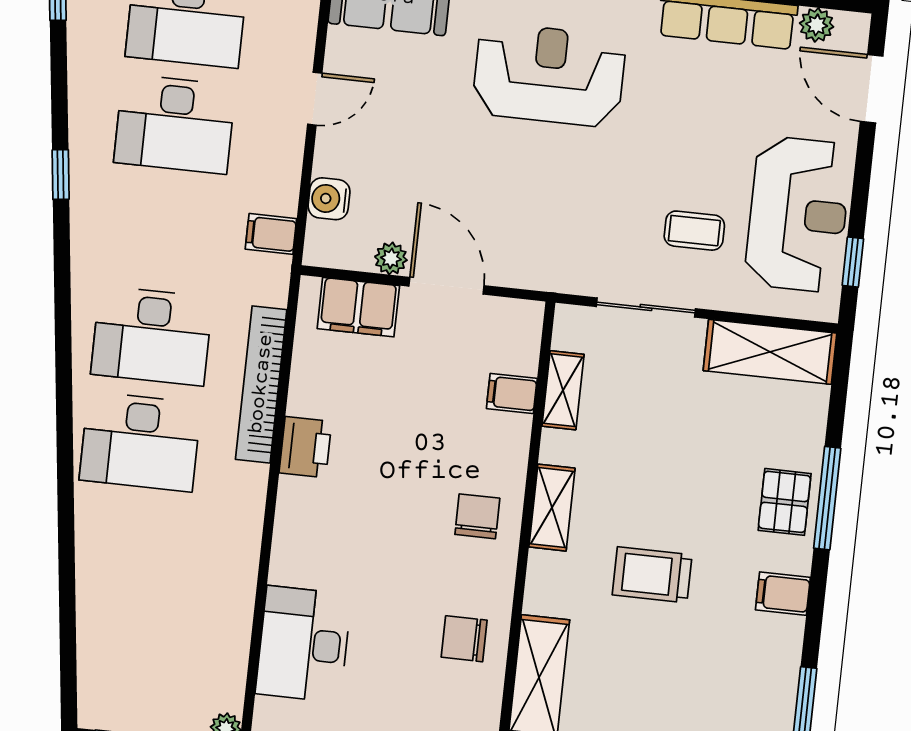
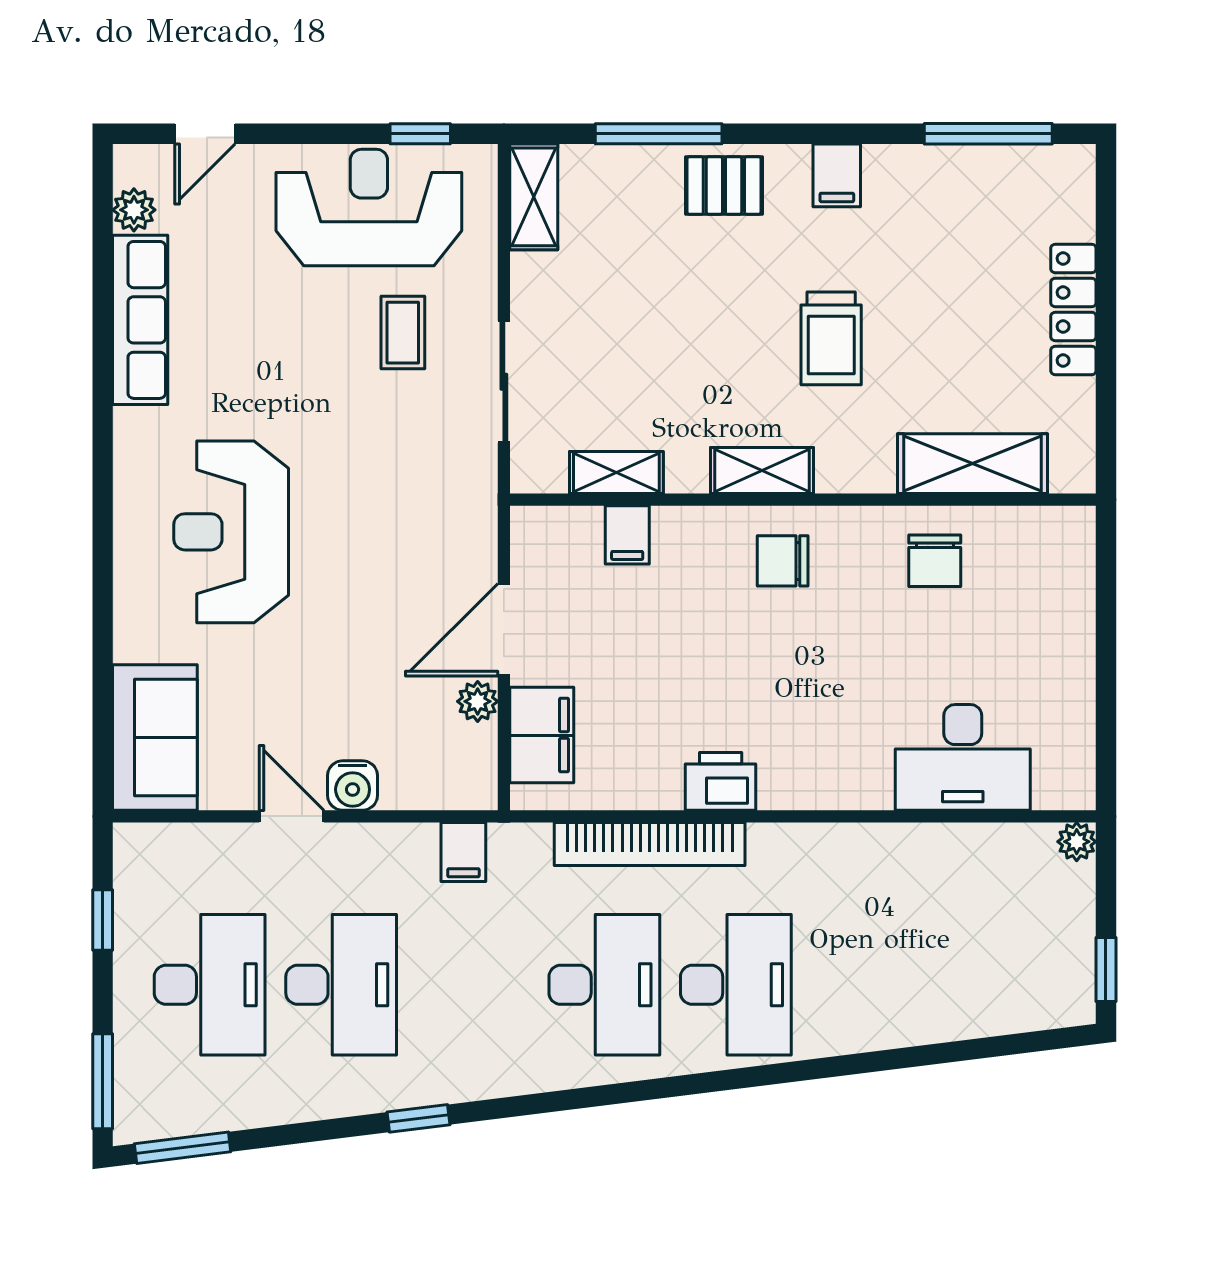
door: (872, 89) -> (205, 134), width x0.73
water cooler: (329, 199) -> (353, 786), moved
shelving: (770, 352) -> (534, 197), width x0.67, depth x0.75
window: (827, 498) -> (659, 134), moved

